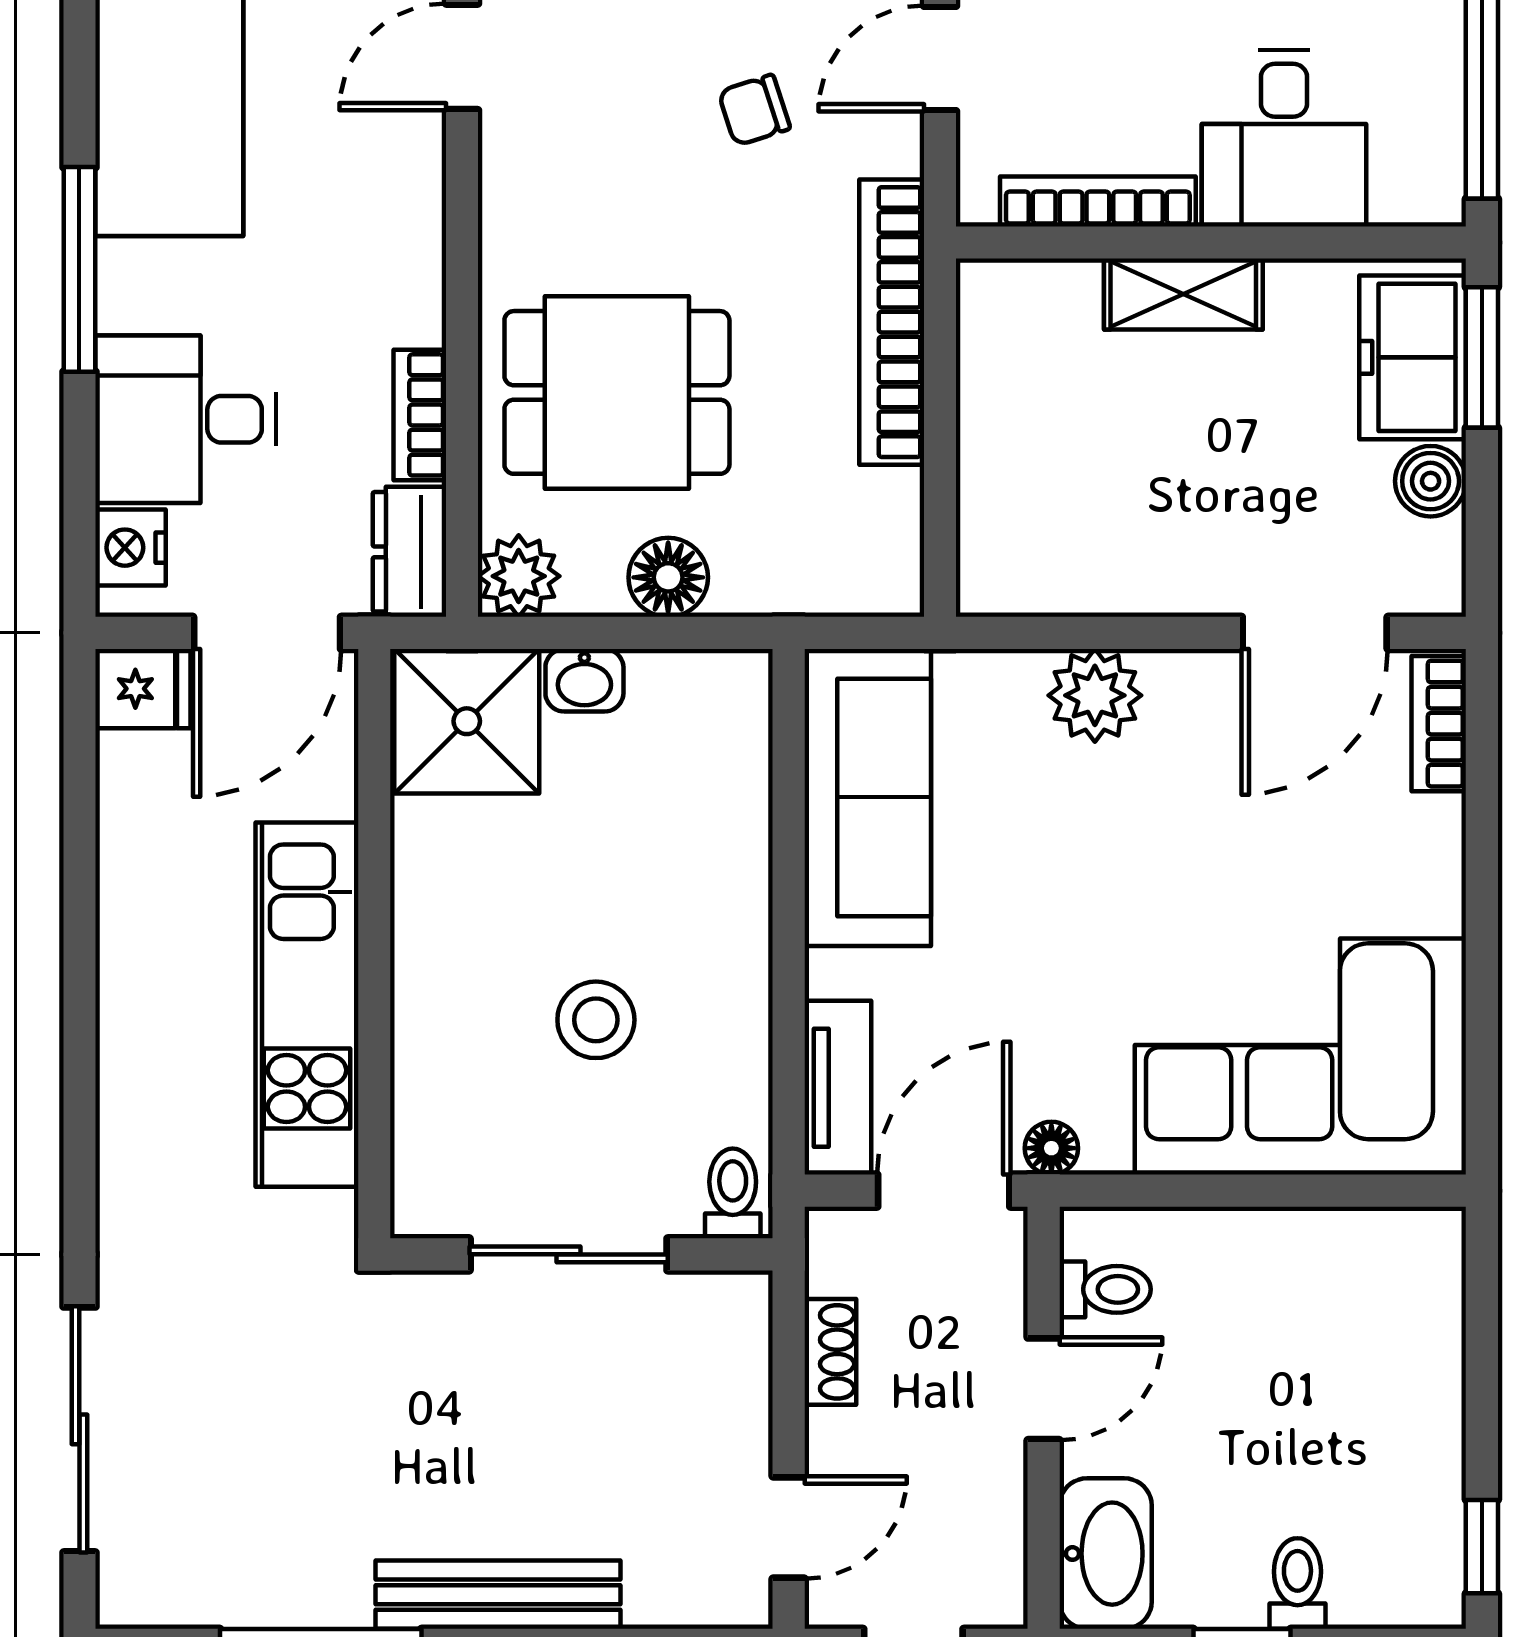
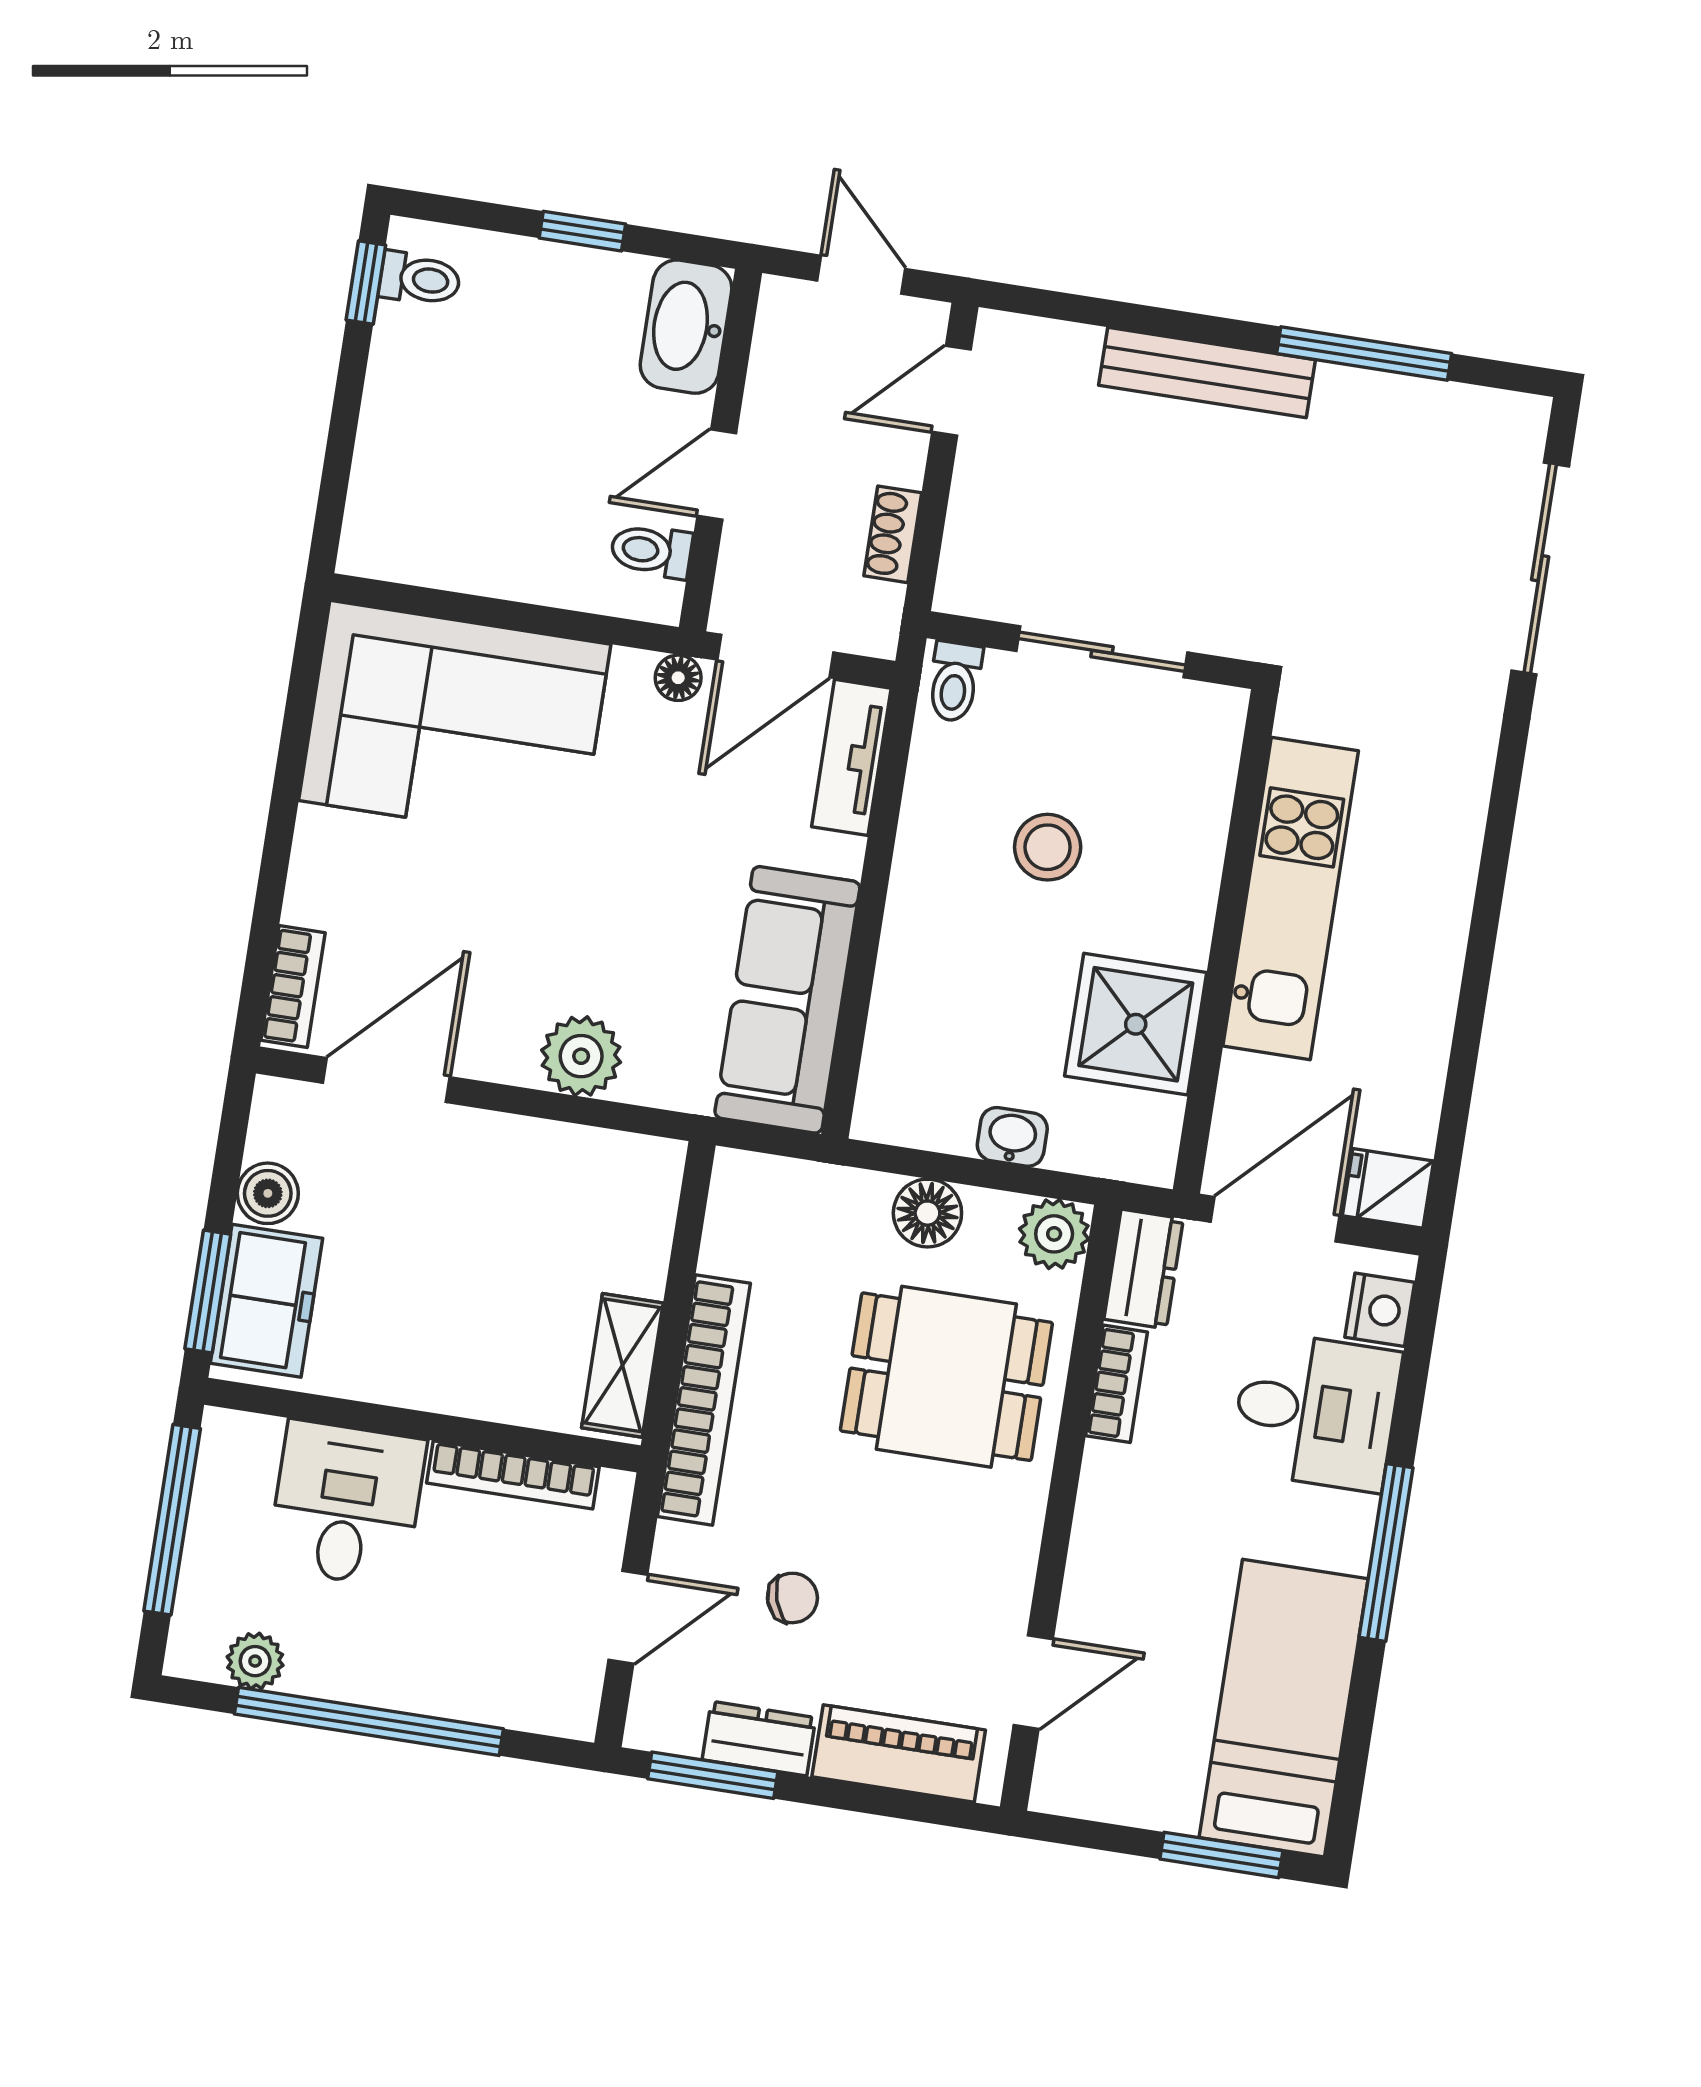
shelving: (1183, 294) -> (622, 1365), moved, turned 90
shower: (467, 721) -> (1136, 1024), moved
toilet: (1297, 1583) -> (420, 279), moved, turned -90

